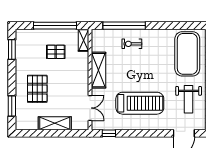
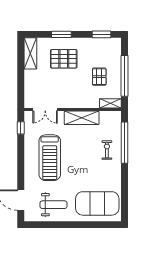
weight bench: (189, 99) -> (53, 205), turned 180
window: (12, 106) -> (61, 34), moved
shelving: (55, 123) -> (30, 53), moved

